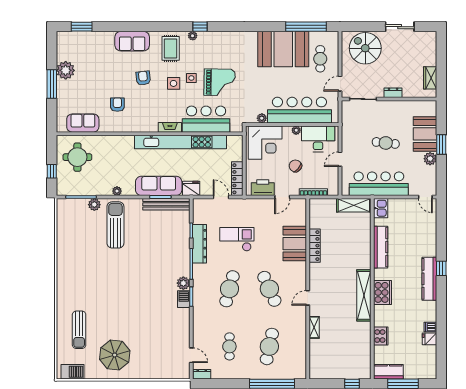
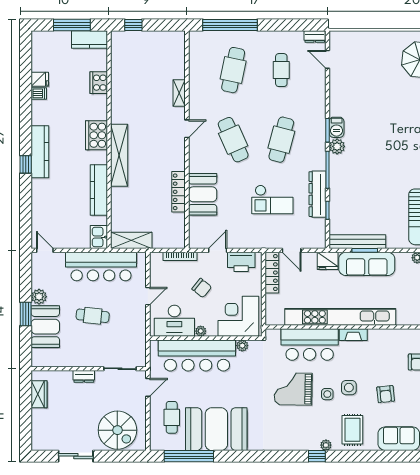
shelving: (364, 295) -> (119, 155), moved

